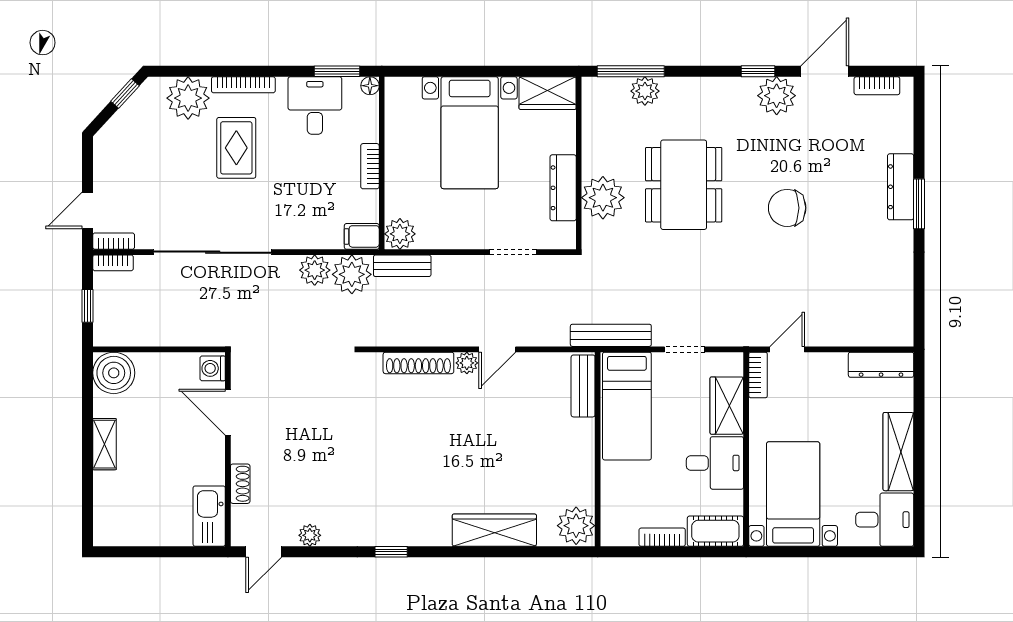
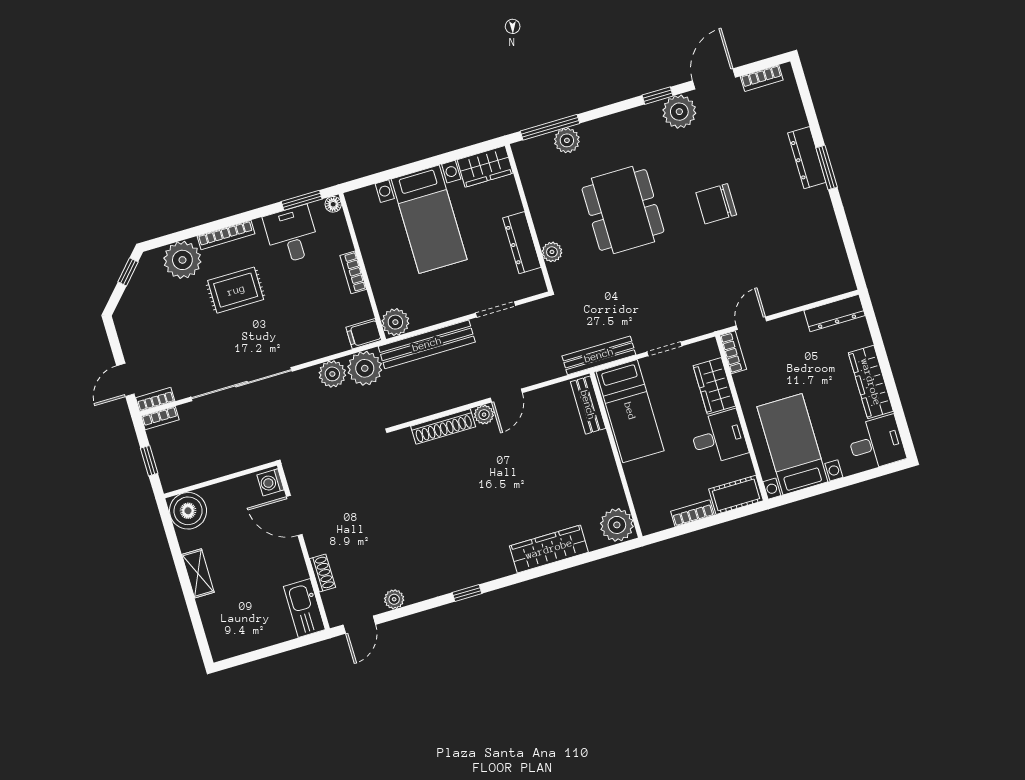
rug: (236, 148) -> (236, 290), turned 90
plant: (603, 198) -> (552, 252), width x0.53, depth x0.53
bench: (402, 266) -> (427, 344), width x1.86, depth x1.21

